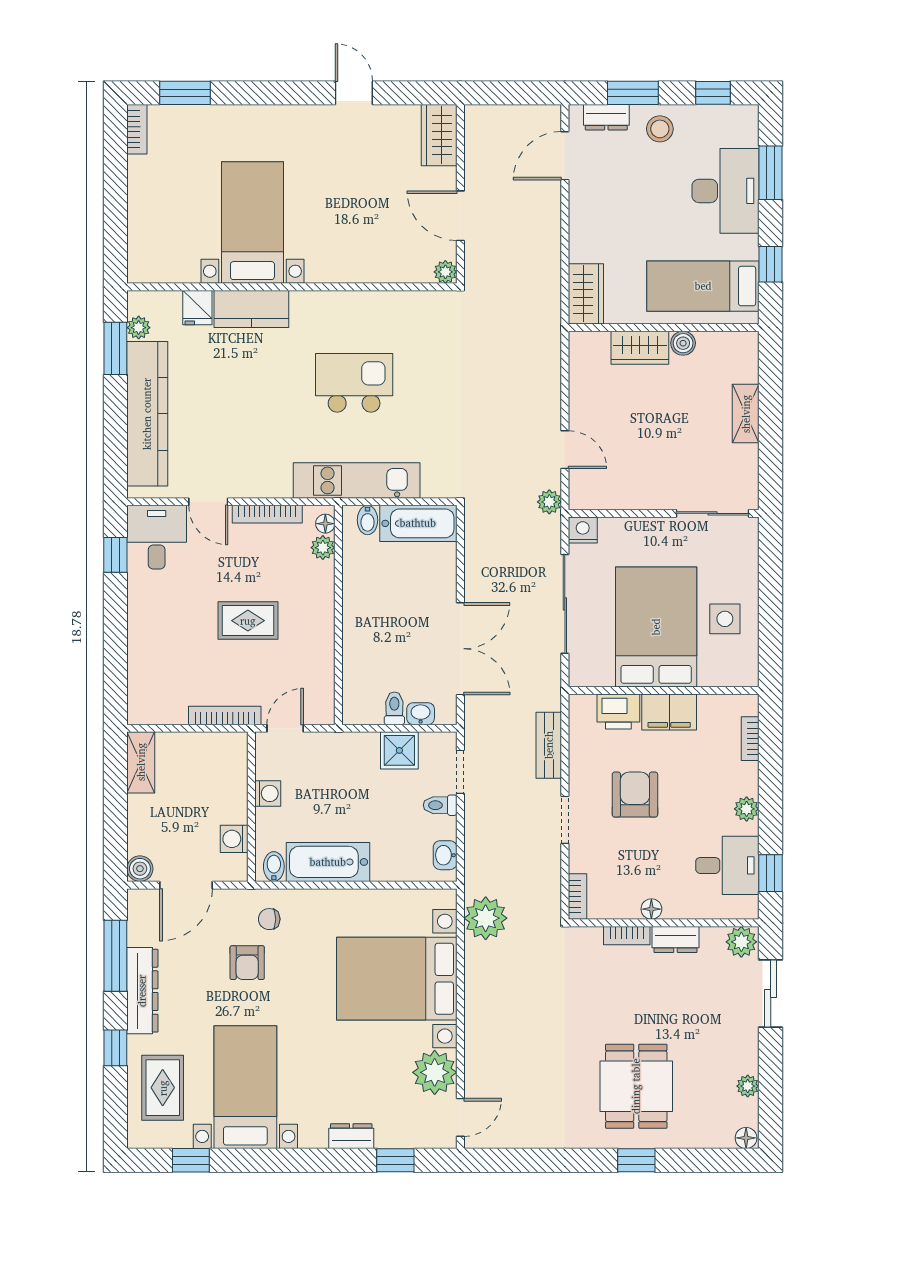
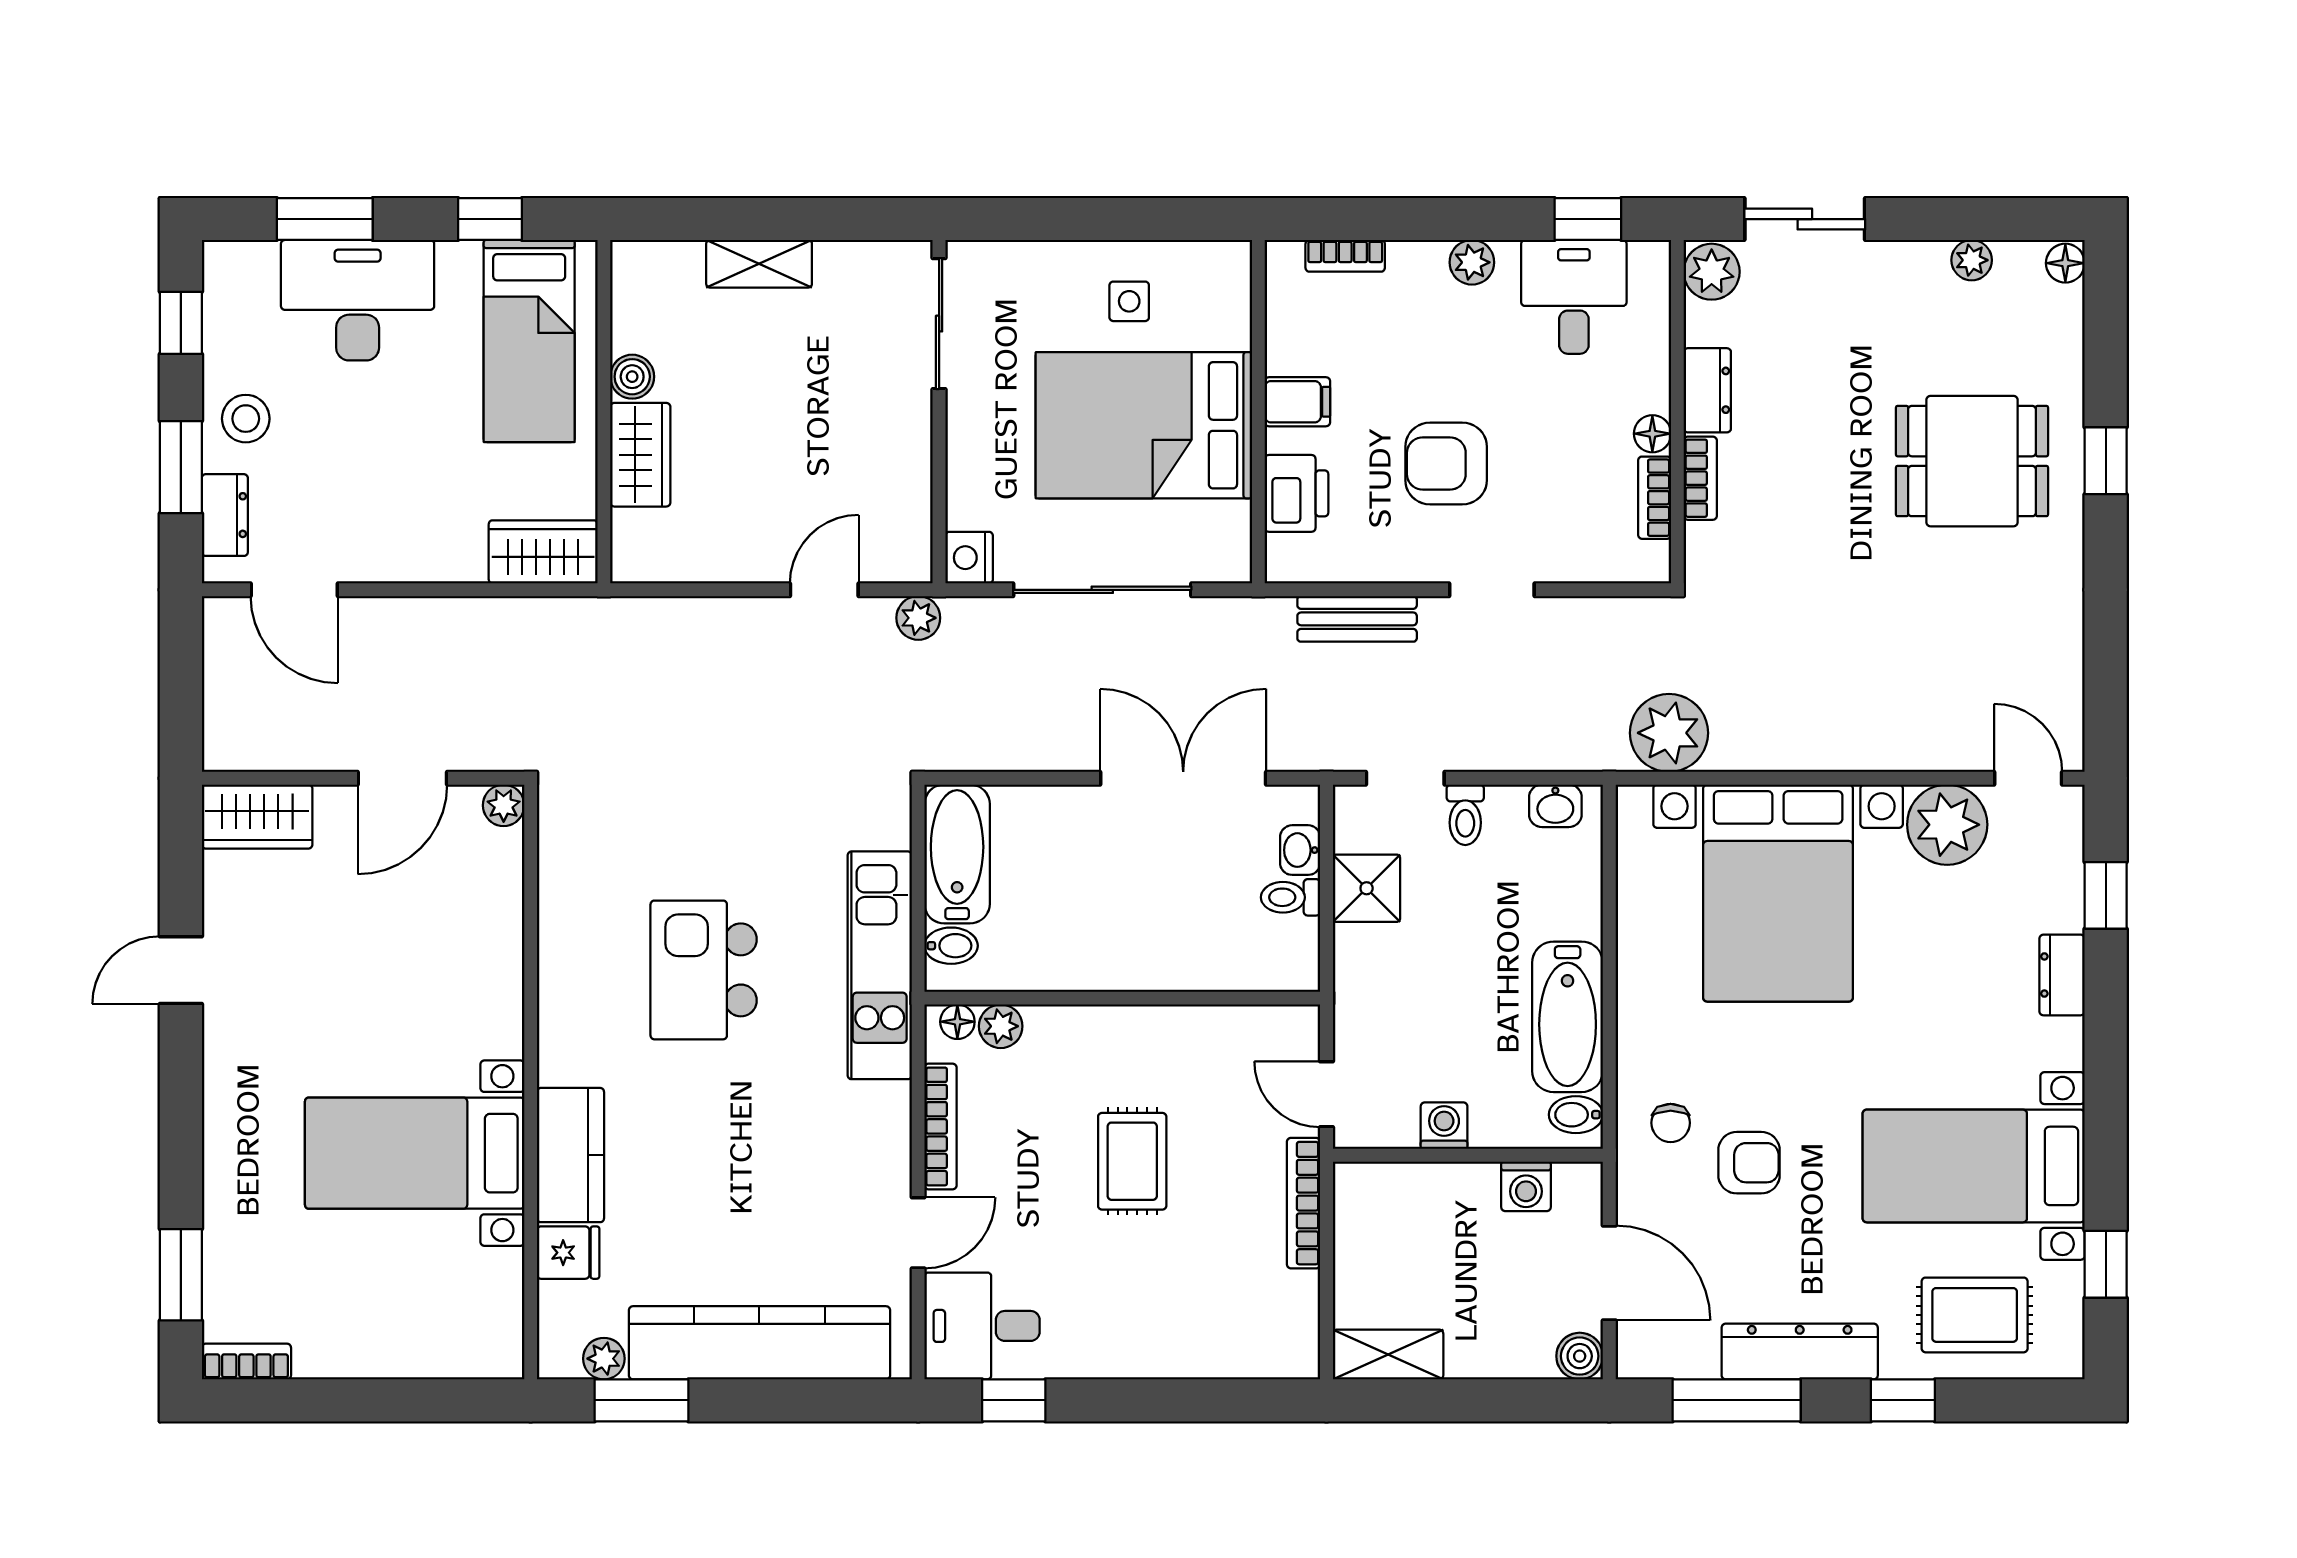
side table: (725, 619) -> (1129, 301), width x0.73, depth x0.73
filing cabinet: (669, 712) -> (1297, 402), width x0.50
bookcase: (578, 897) -> (1655, 498), moved, turned -90

